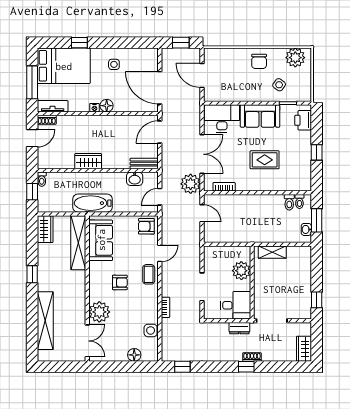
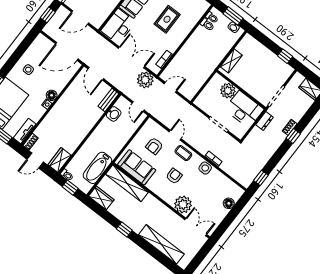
door: (32, 138) -> (35, 161), swing flipped
wardrobe: (88, 161) -> (60, 160), moved
bathtub: (92, 203) -> (97, 168), moved
armchair: (146, 226) -> (154, 146), moved
desk: (236, 305) -> (244, 109), width x1.37
side table: (151, 330) -> (205, 168), moved

